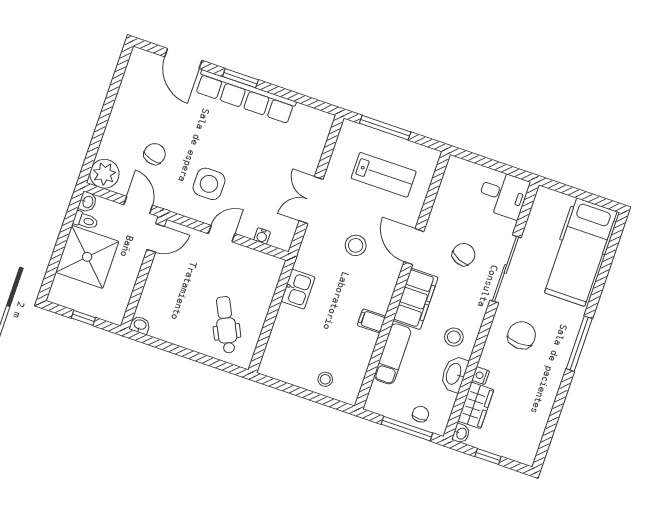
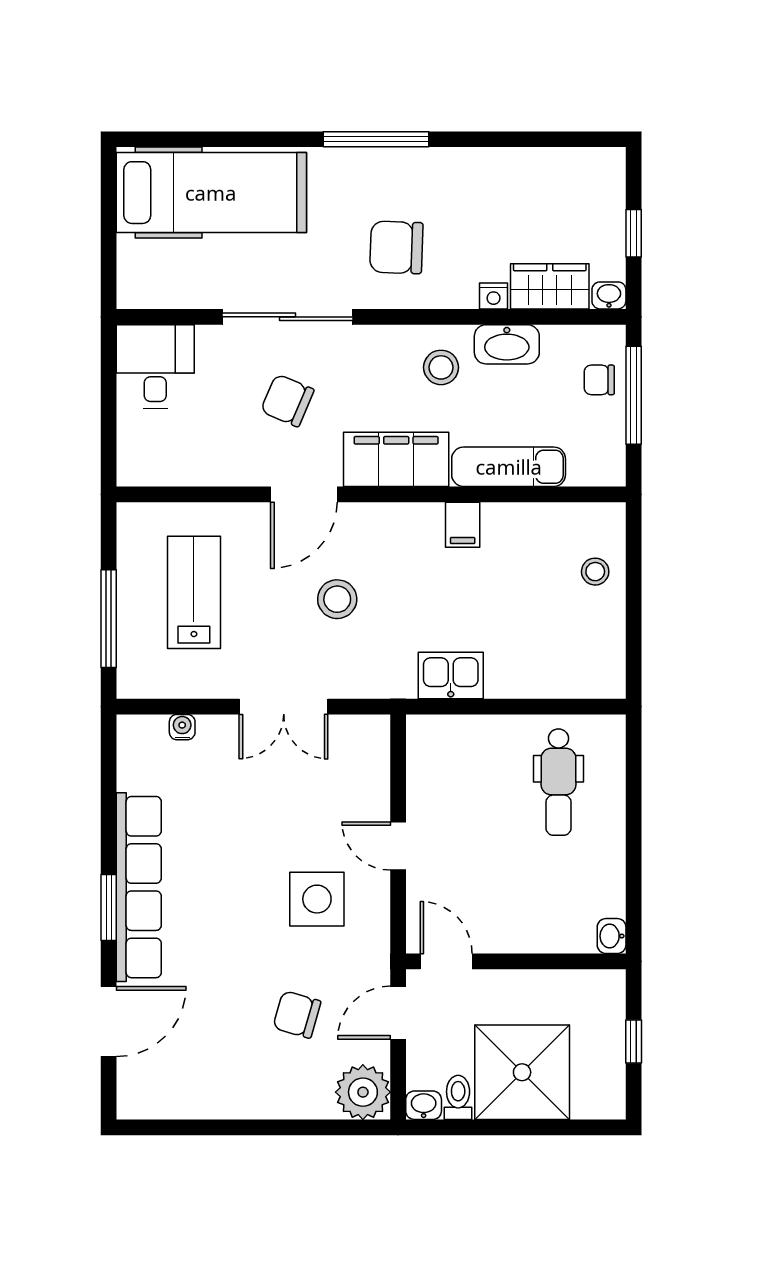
water cooler: (262, 236) -> (182, 727), moved, turned -90
dental chair: (226, 325) -> (558, 782), turned -64

